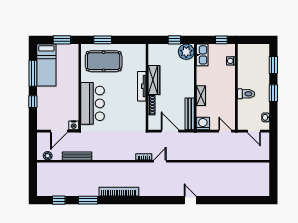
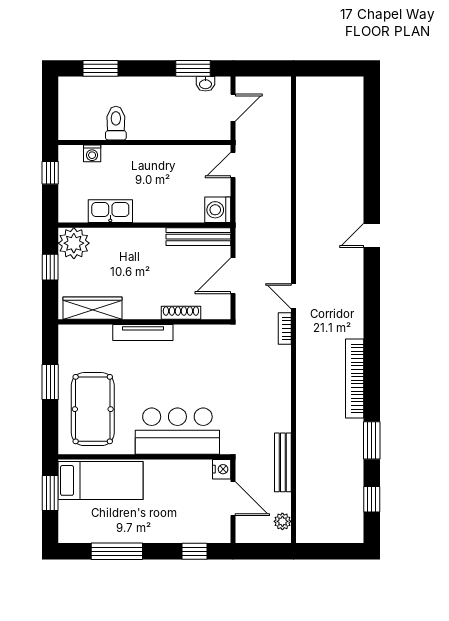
window: (103, 40) -> (50, 382), moved
kitchen sink: (202, 55) -> (110, 211), moved
bed: (46, 65) -> (100, 480), moved
wardrobe: (154, 80) -> (92, 308), moved
window: (273, 93) -> (193, 68), moved
toilet: (246, 94) -> (116, 123), moved
shelving: (201, 96) -> (162, 214), removed
window: (33, 102) -> (195, 551), moved

